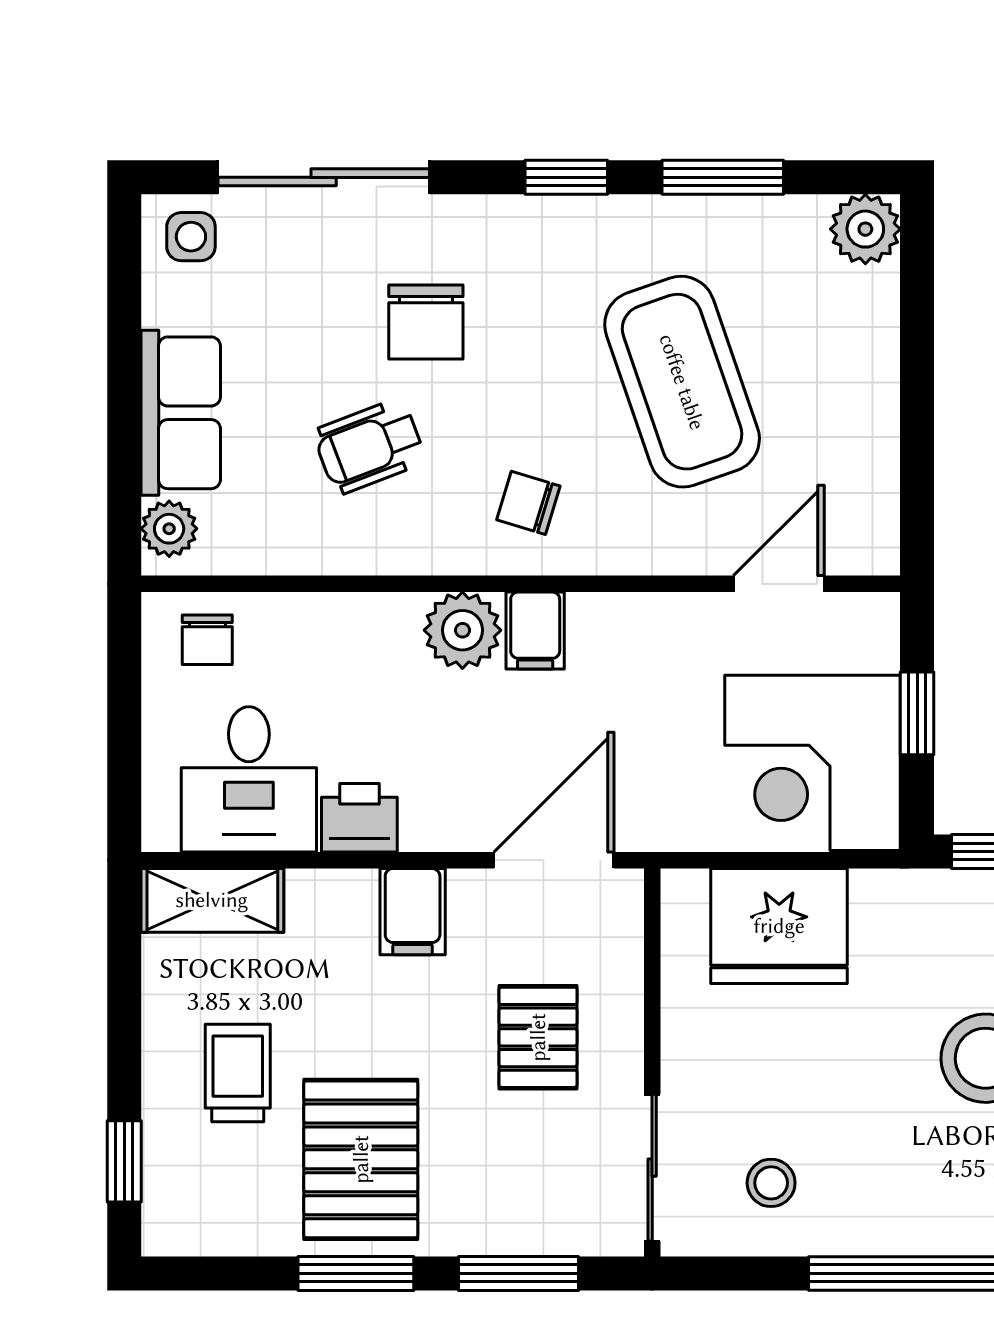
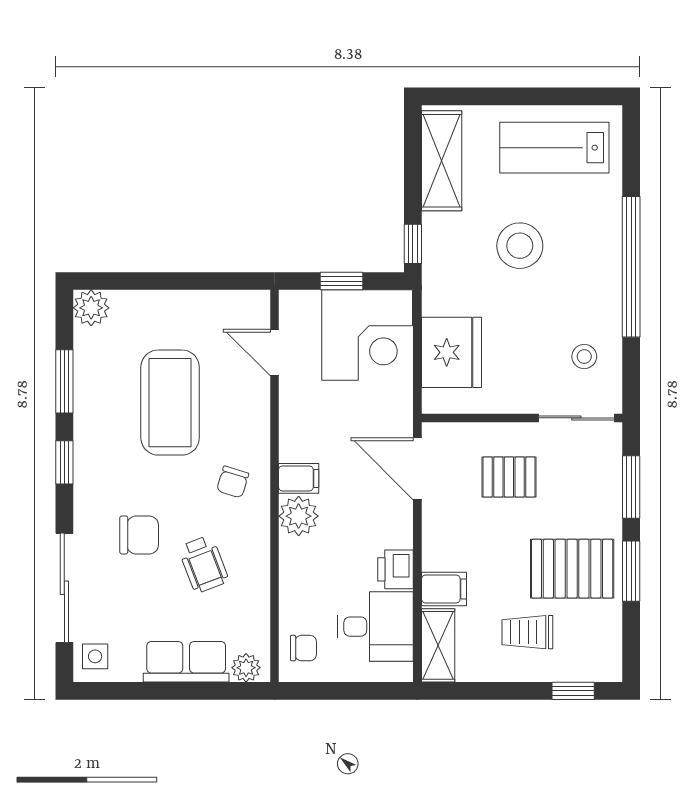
coffee table: (682, 382) -> (170, 403), turned -71
filing cabinet: (413, 912) -> (444, 589), moved

